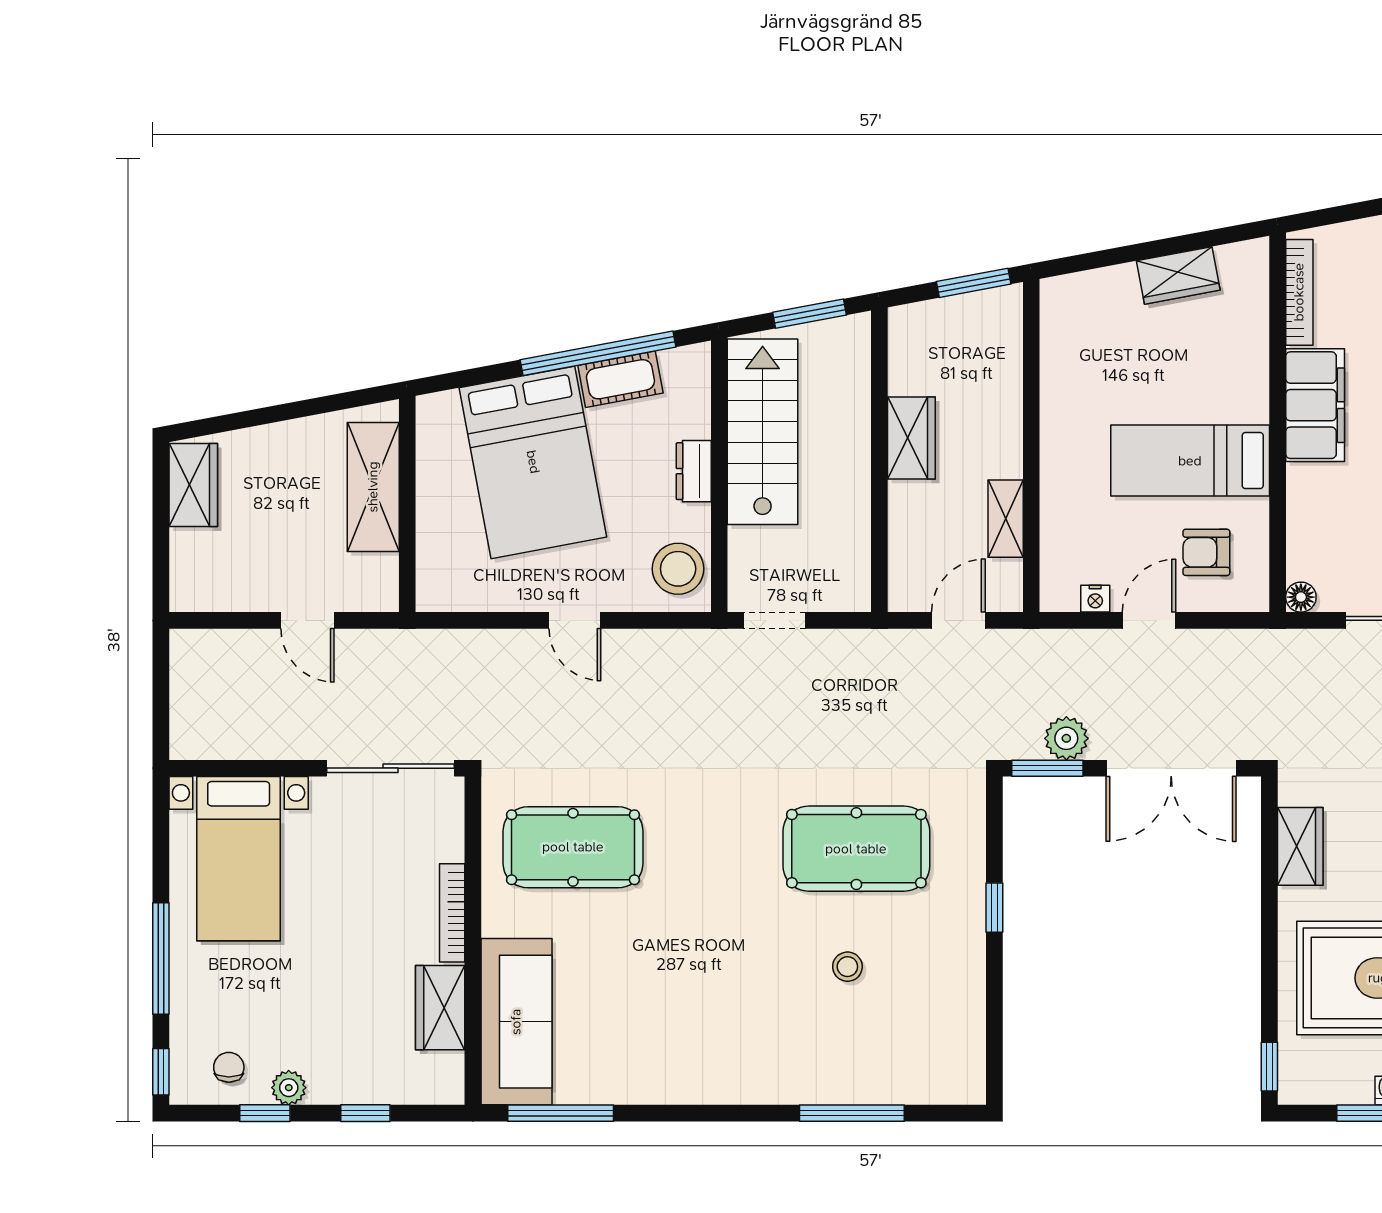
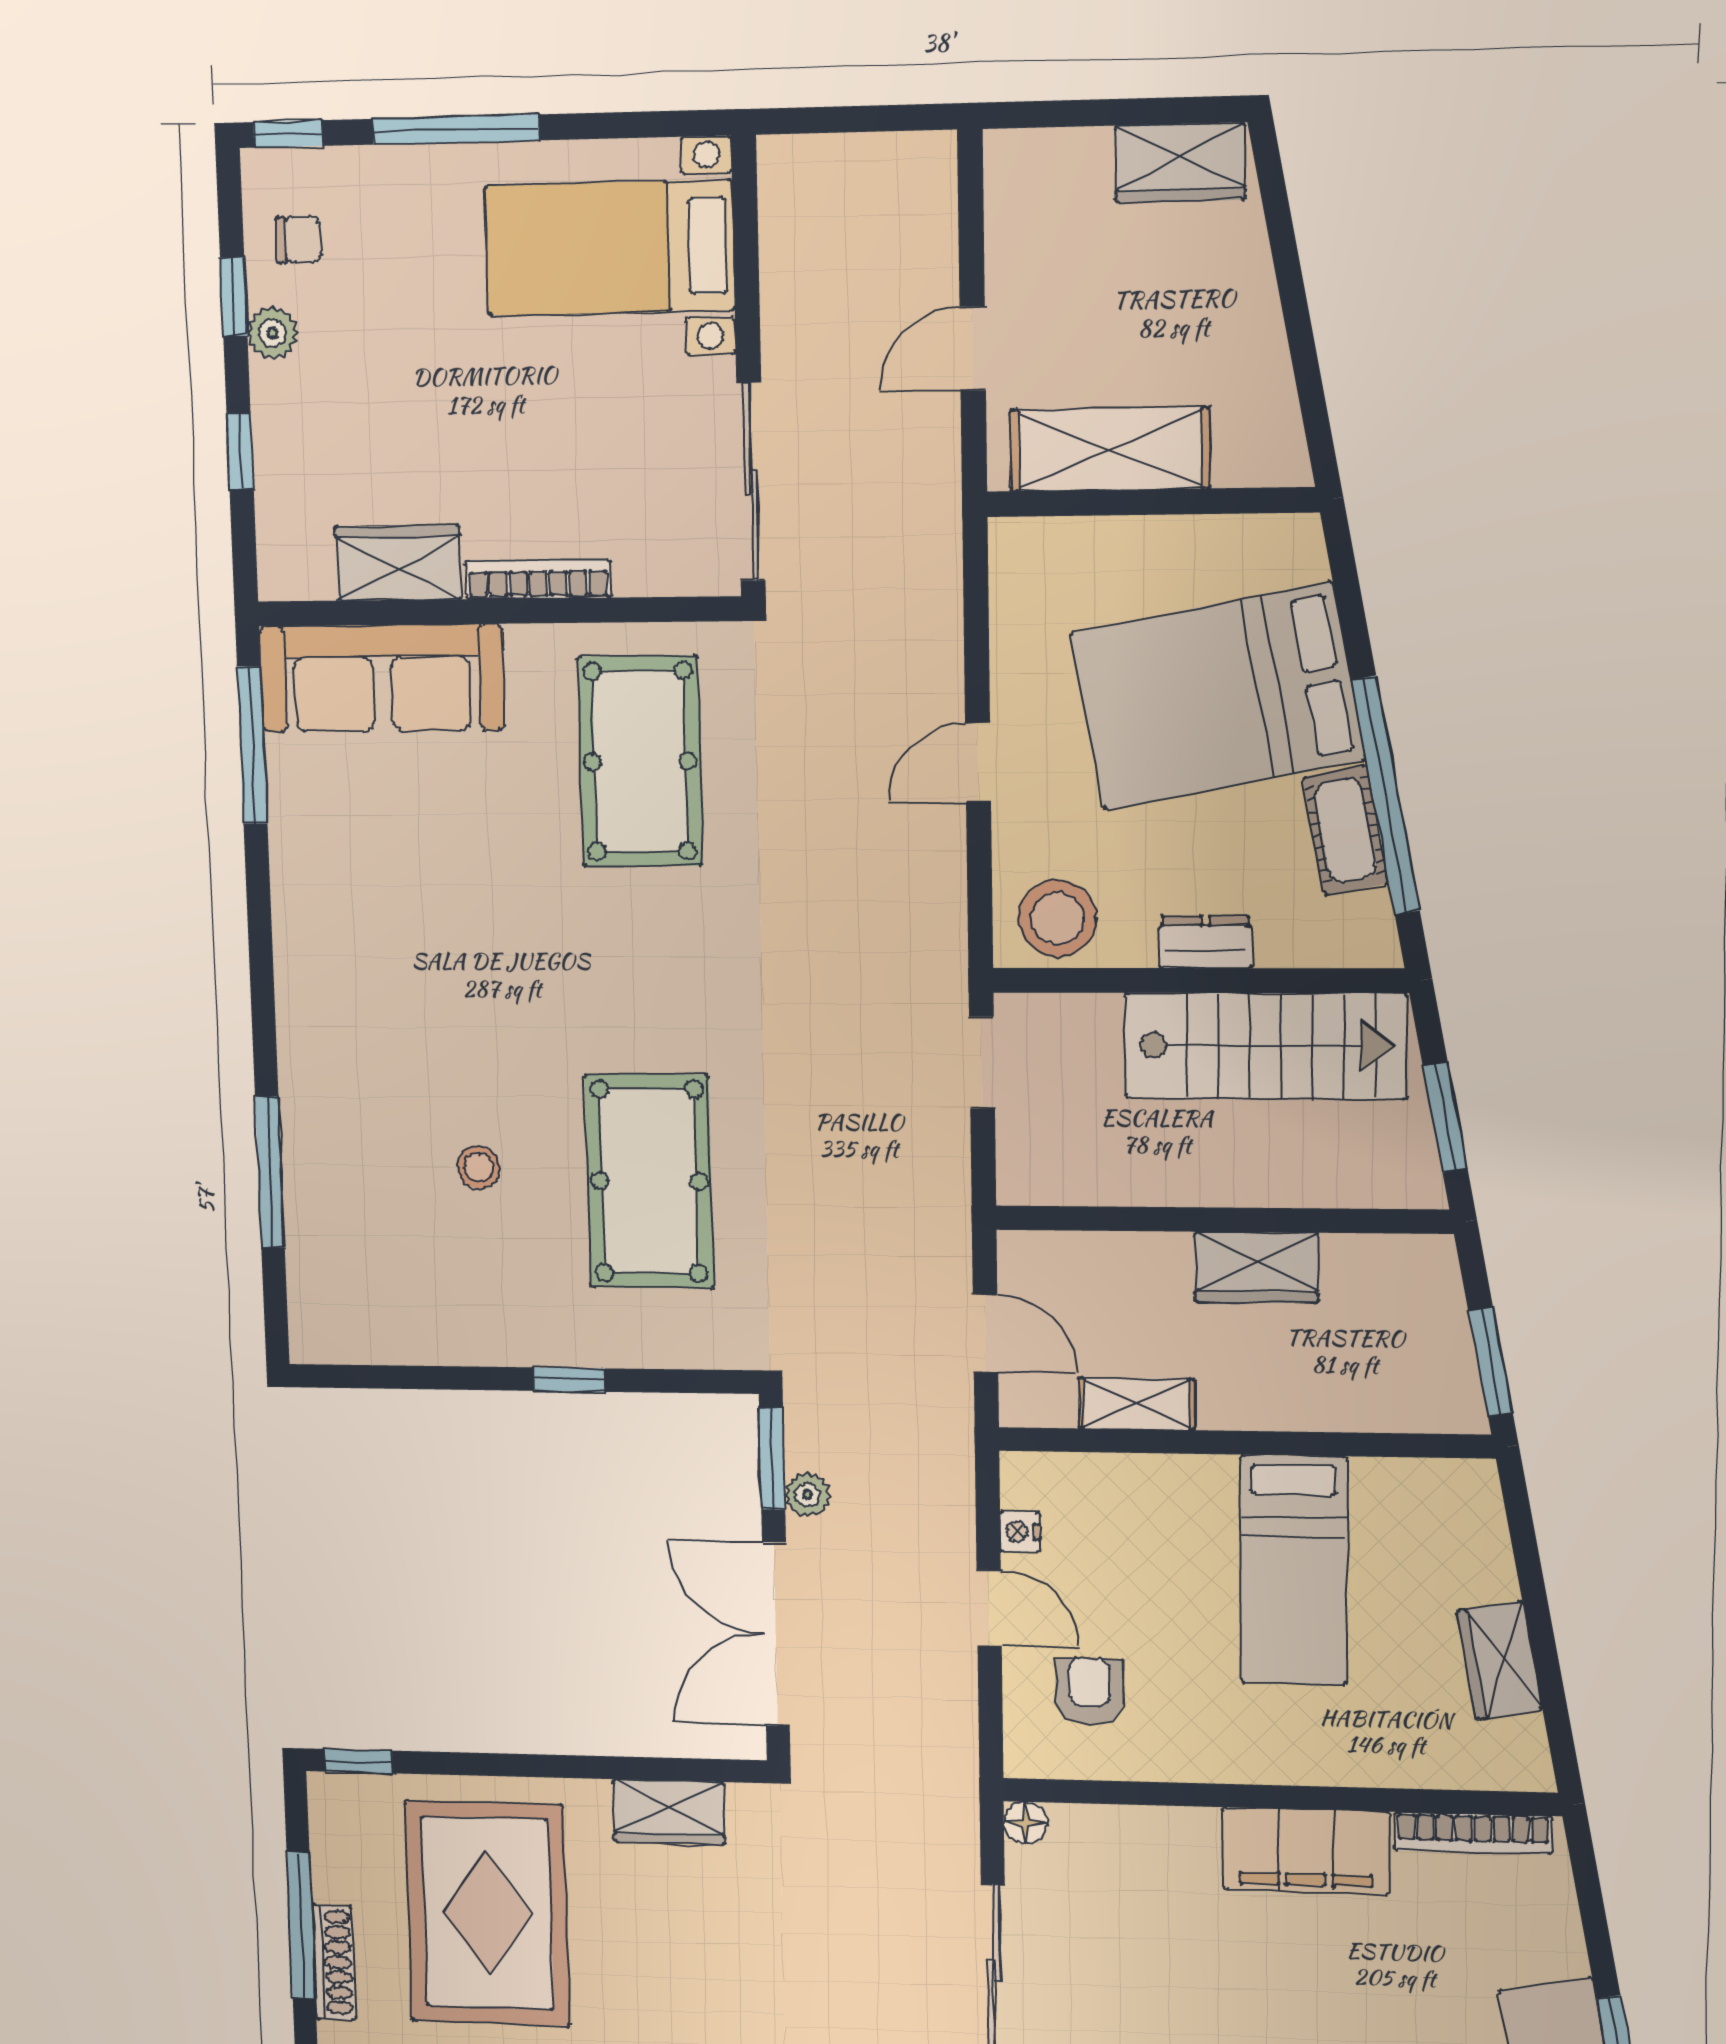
bed: (1190, 461) -> (1294, 1570), moved, turned 180
shelving: (373, 487) -> (1110, 449), moved
plant: (1066, 738) -> (808, 1495), width x0.73, depth x0.73

